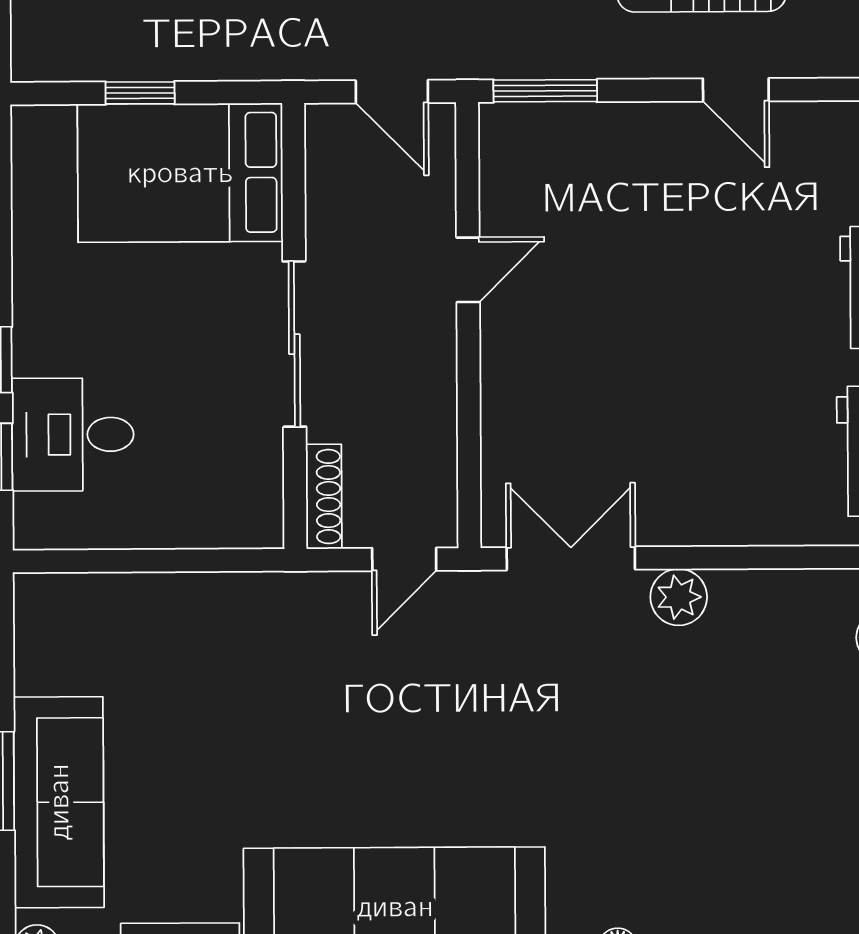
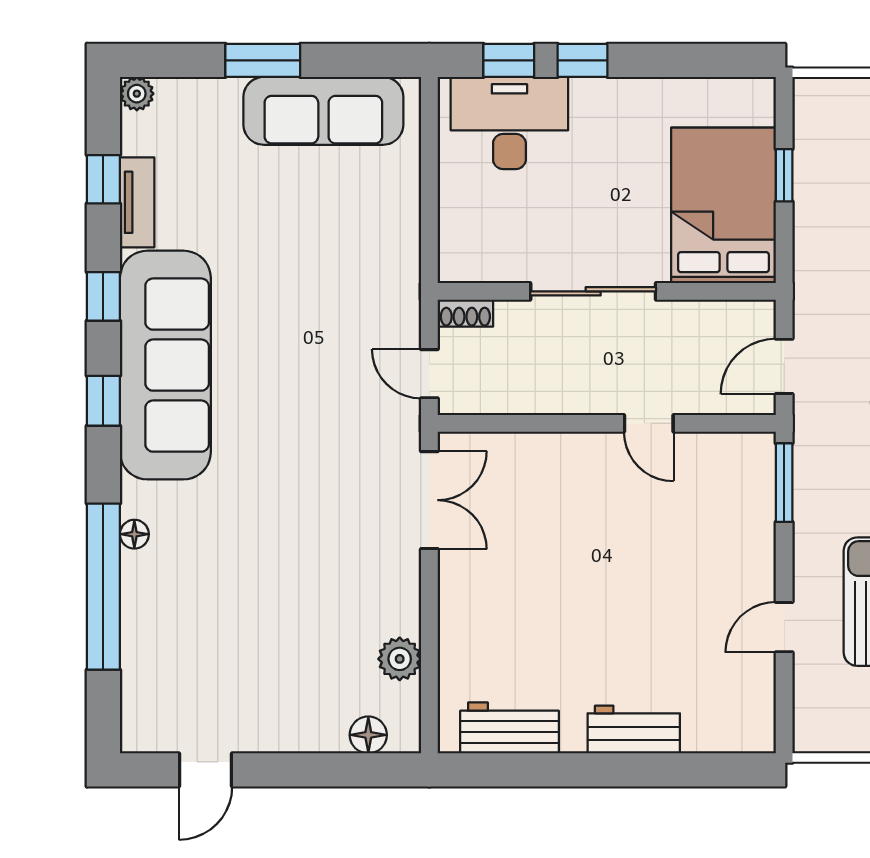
desk: (73, 435) -> (509, 123), width x1.37
shoe rack: (324, 497) -> (465, 313), width x0.70
plant: (679, 597) -> (400, 659), moved
sofa: (59, 802) -> (323, 111), moved

